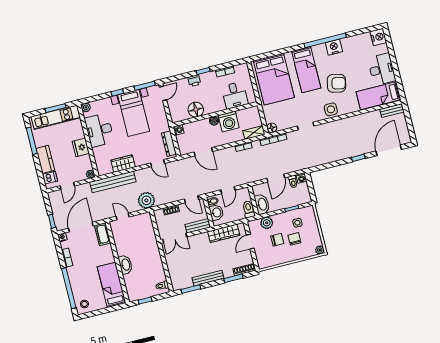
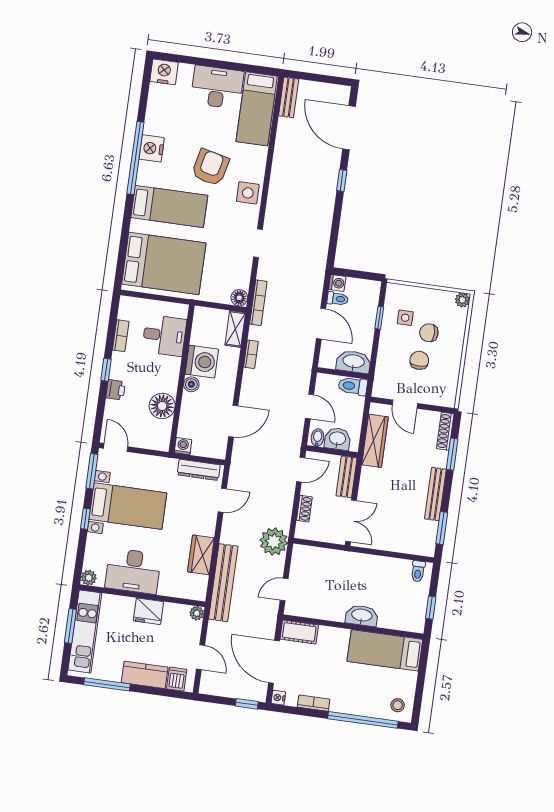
plant: (267, 223) -> (386, 366), removed

